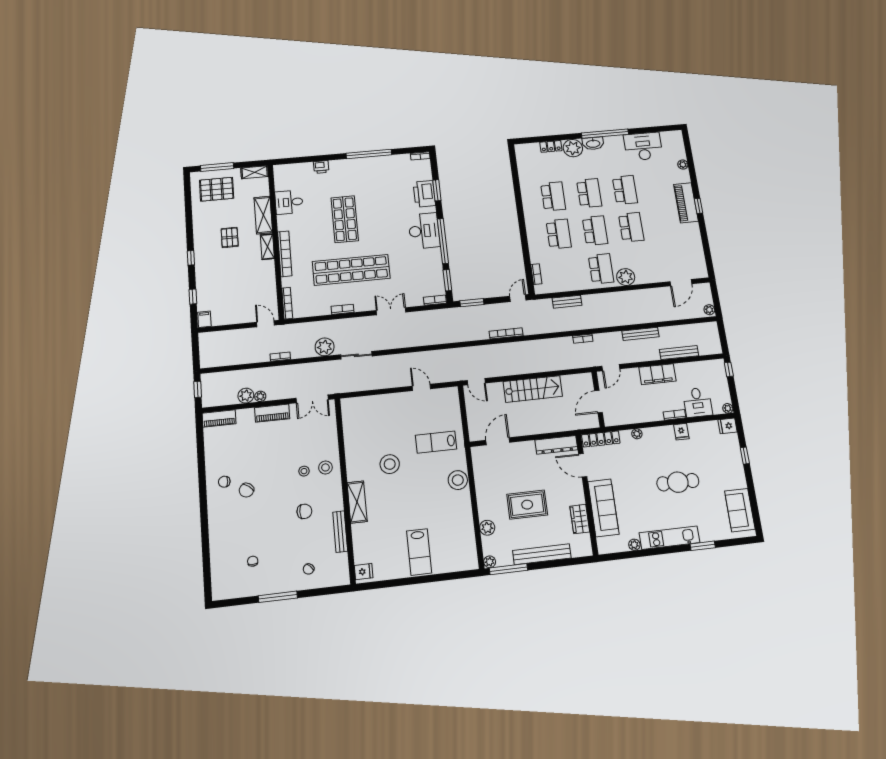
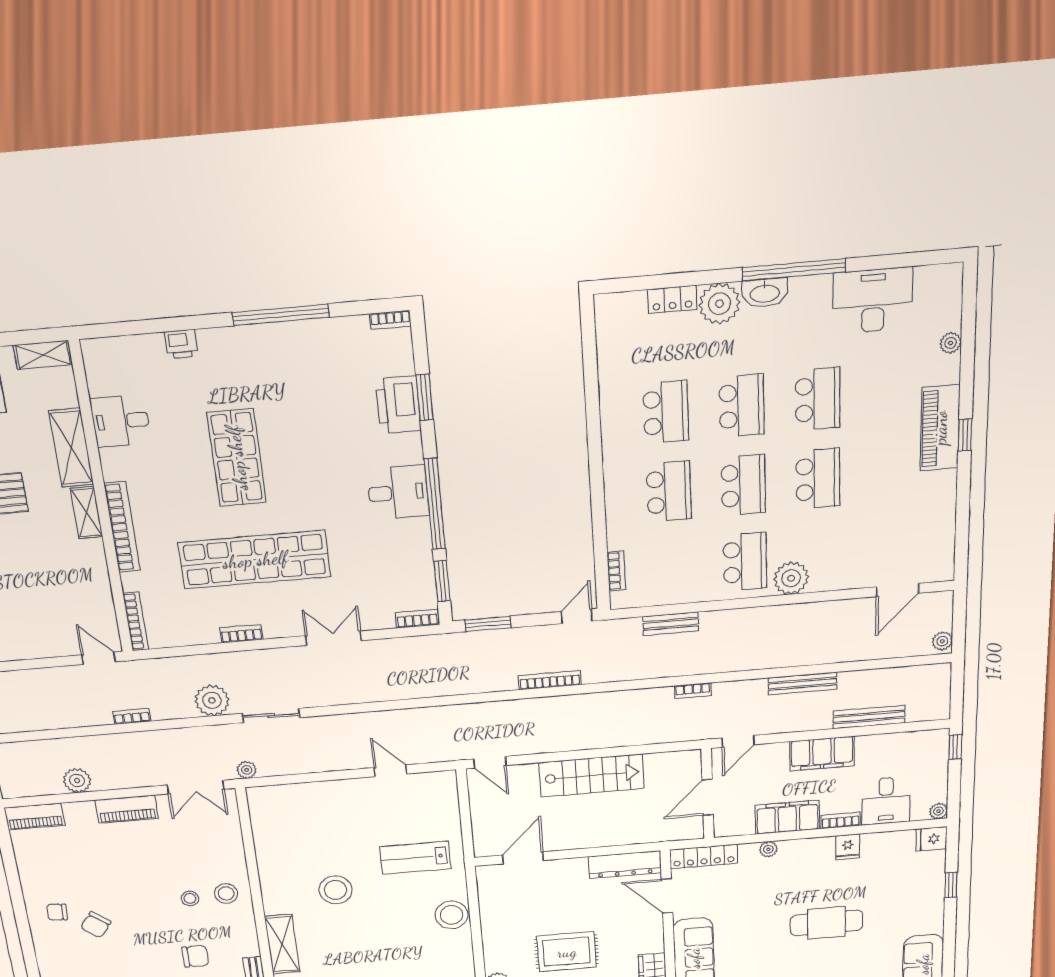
desk: (424, 231) -> (398, 493), width x0.73
plant: (260, 396) -> (247, 770), moved
filing cabinet: (645, 413) -> (787, 817), added

